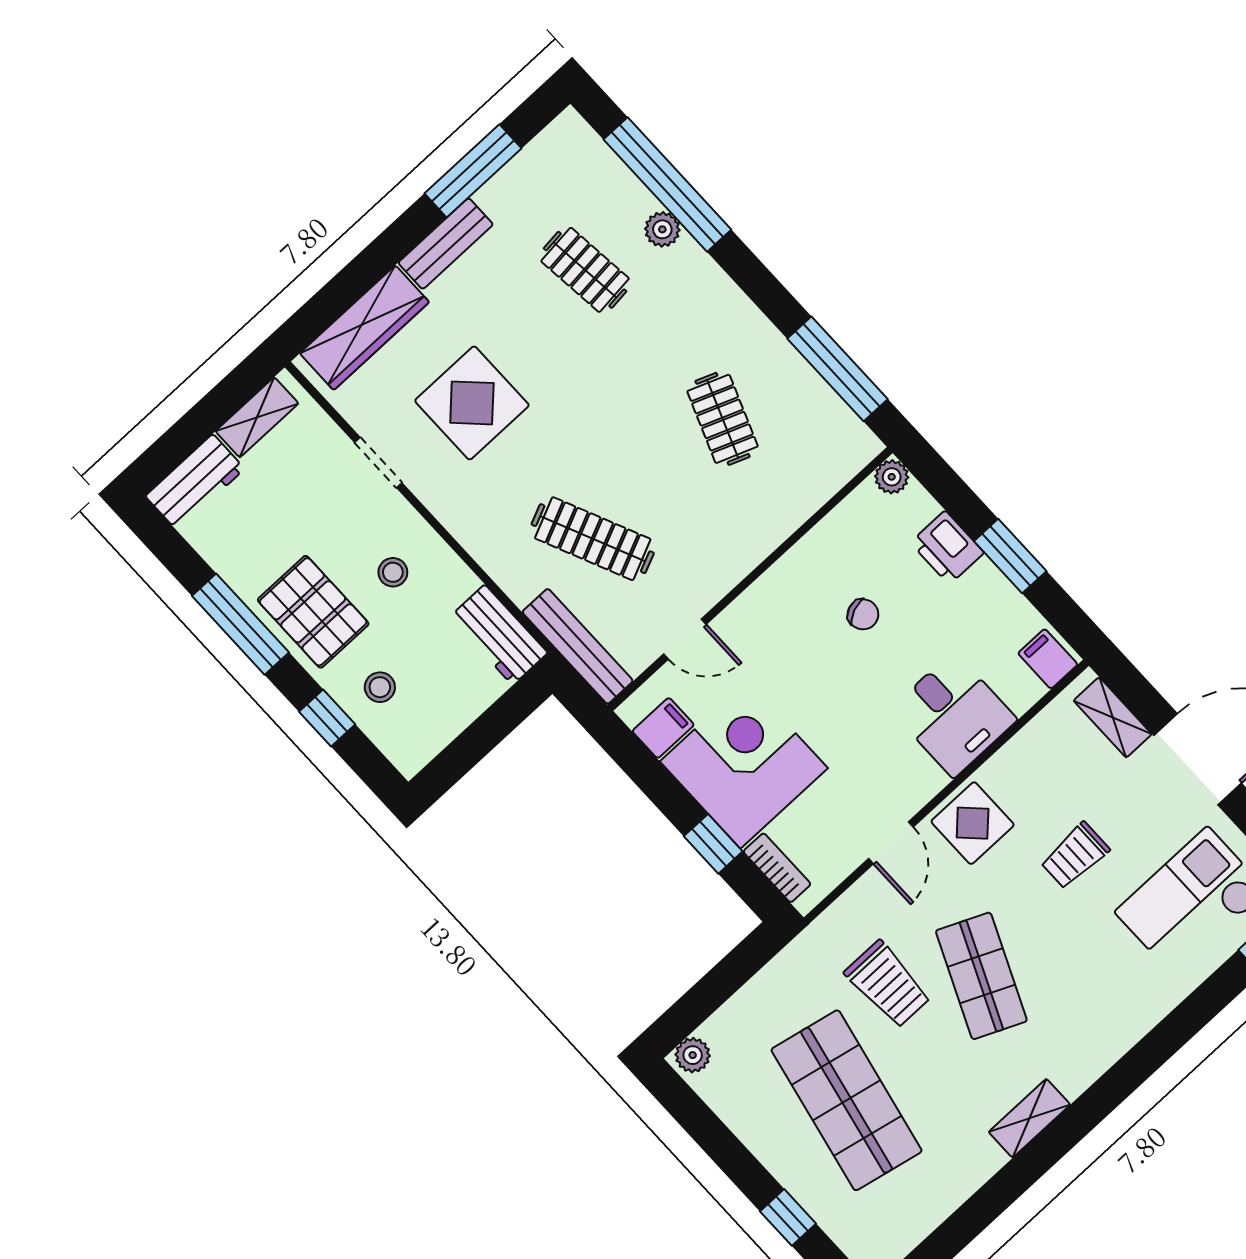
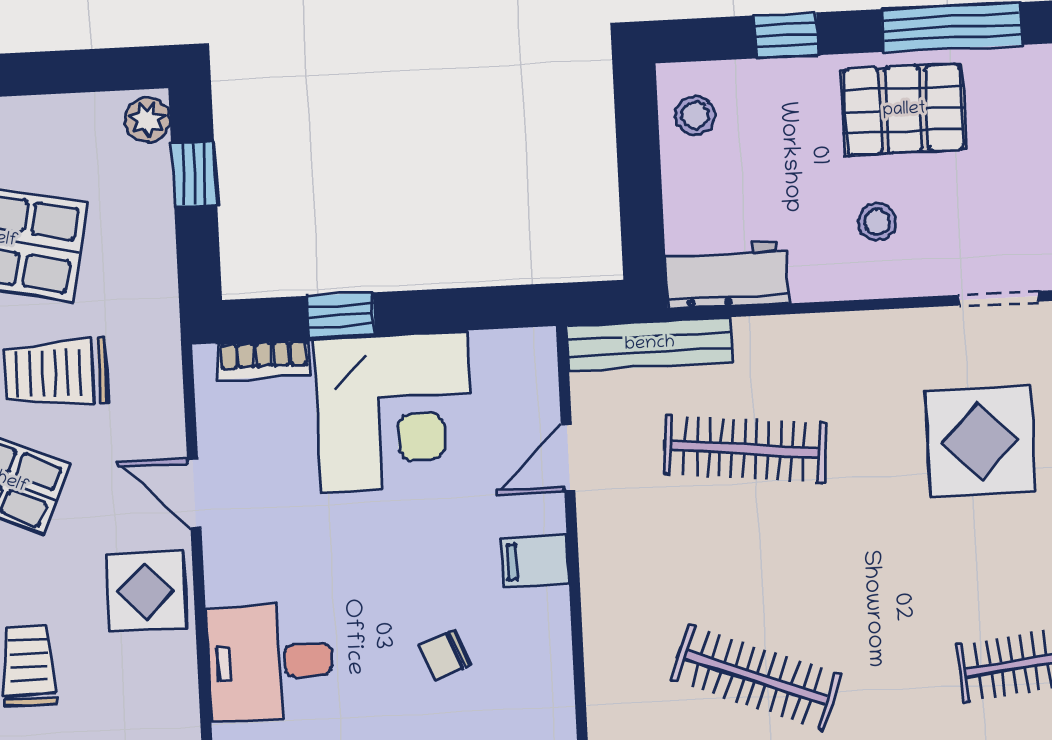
clothes rail: (723, 419) -> (756, 677), width x1.36
clothes rail: (593, 539) -> (745, 449), turned 30
stool: (380, 687) -> (695, 115), moved
filing cabinet: (663, 728) -> (535, 561), moved, turned 90
window: (702, 1000) -> (194, 174), added

